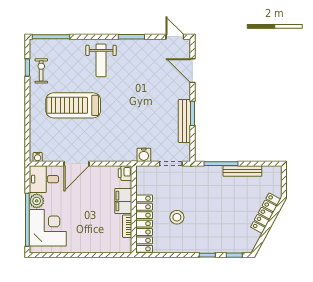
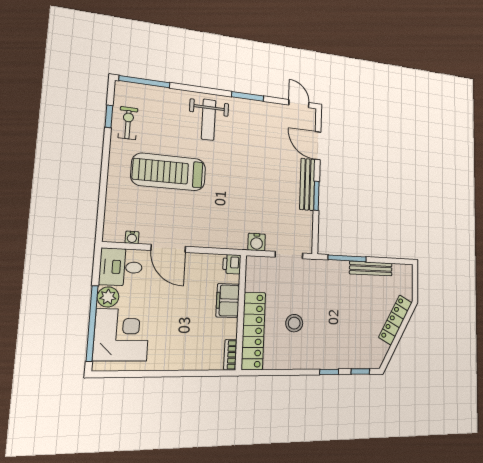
bench: (184, 121) -> (307, 184), moved
water cooler: (38, 157) -> (132, 237), moved
door: (77, 164) -> (168, 248), hinge flipped
bookcase: (127, 226) -> (230, 355), moved

